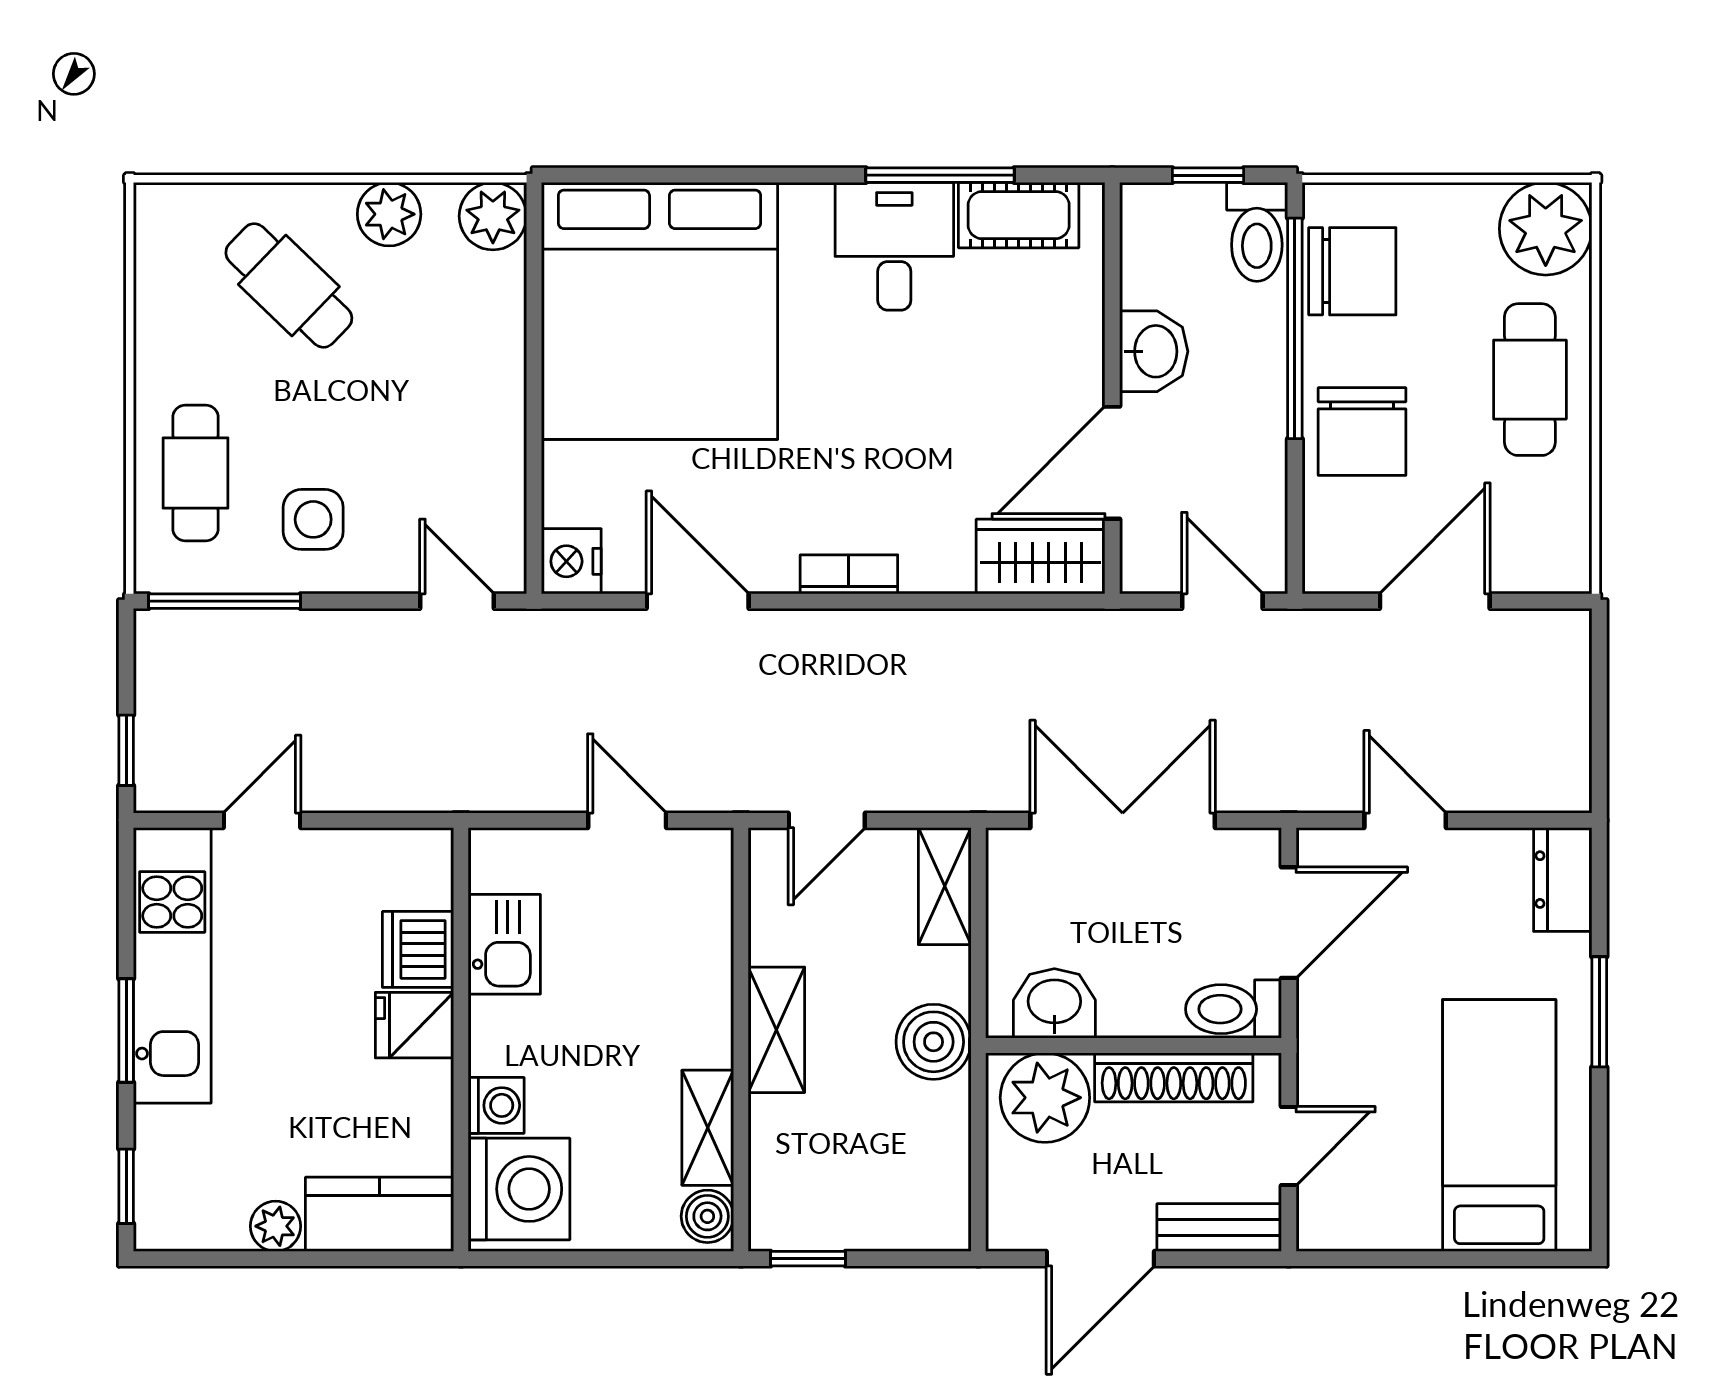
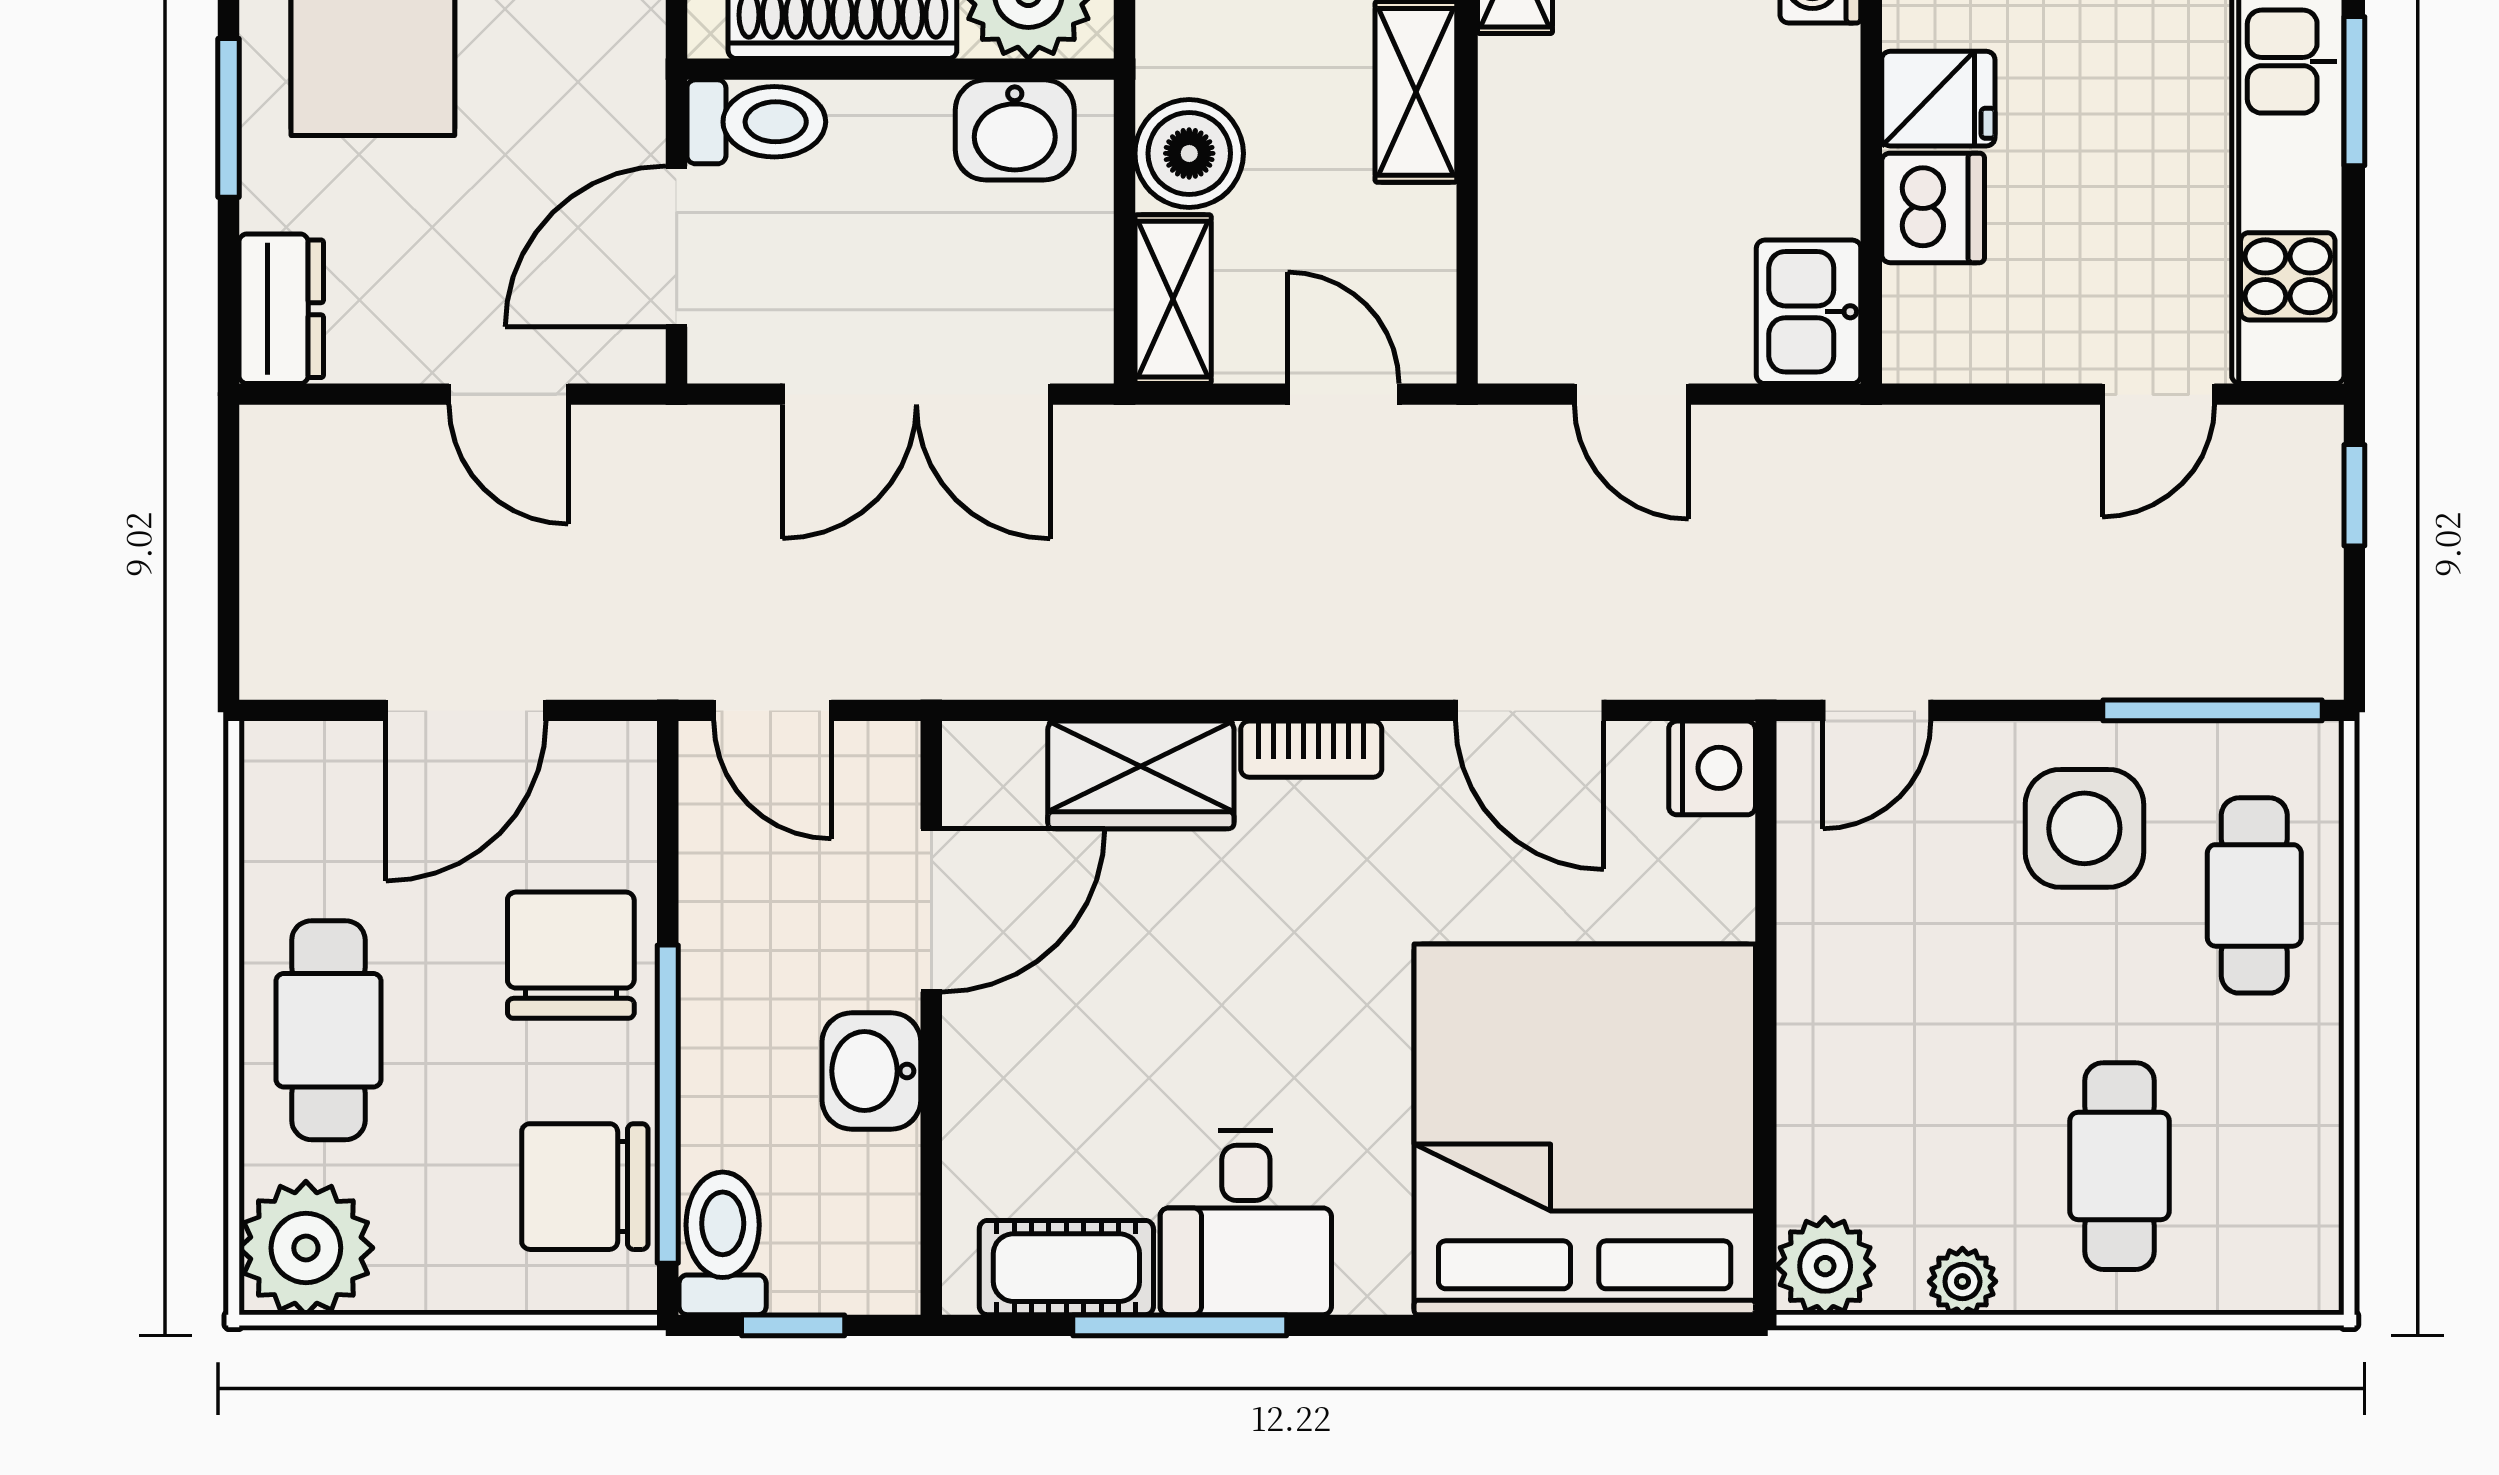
plant: (389, 214) -> (1962, 1281), width x0.73, depth x0.73
cafe table: (289, 285) -> (2120, 1166), turned 46
side table: (313, 519) -> (2084, 828), width x1.37, depth x1.37
wardrobe: (1041, 557) -> (1141, 775), moved
door: (457, 601) -> (1877, 710), hinge flipped
door: (827, 820) -> (1343, 394), hinge flipped
kitchen sink: (504, 944) -> (1809, 312), moved
boiler: (934, 1042) -> (1189, 153), moved

